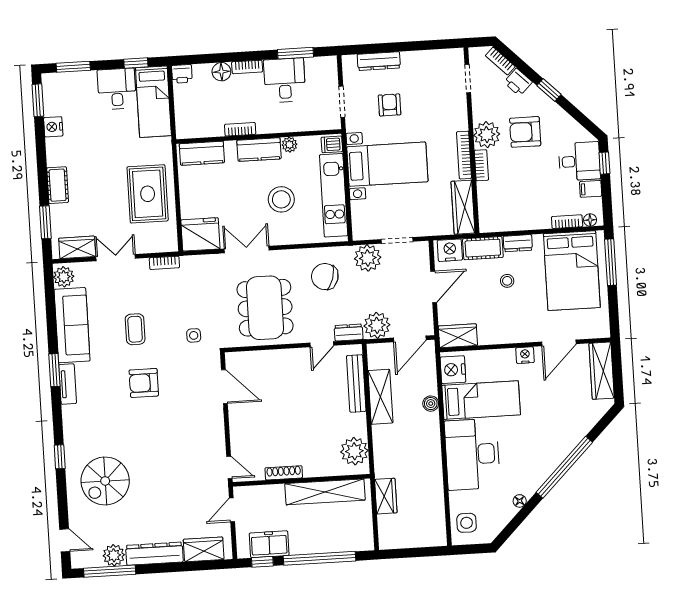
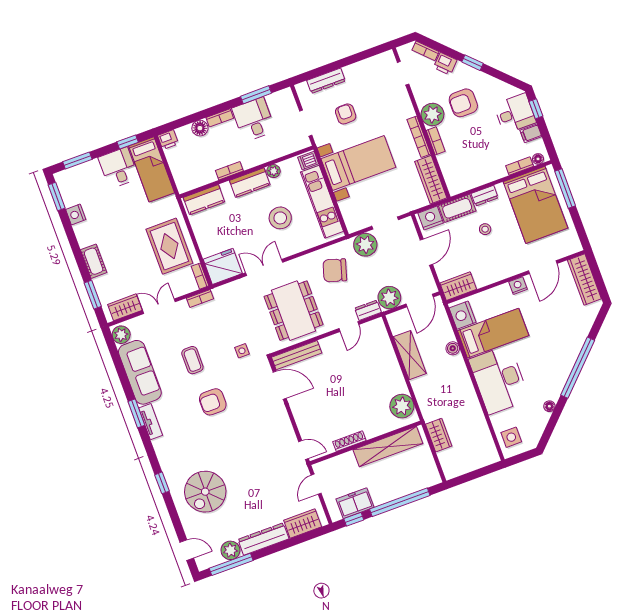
bookcase: (172, 238) -> (200, 276), added
bench: (356, 383) -> (297, 355), moved, turned 90

